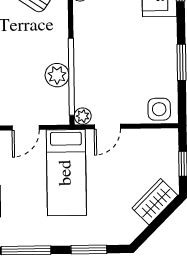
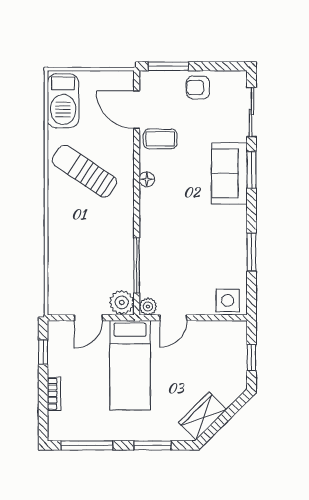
plant: (57, 75) -> (122, 302), moved
window: (71, 77) -> (137, 265), width x0.68
wardrobe: (155, 202) -> (203, 416), moved

